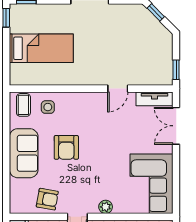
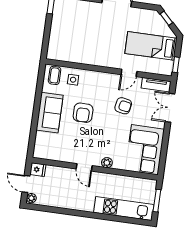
bed: (41, 48) -> (151, 46), moved, turned 180
armchair: (47, 199) -> (123, 106), moved

